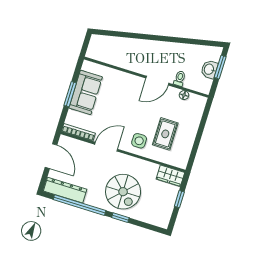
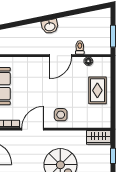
window: (220, 67) -> (113, 36), moved
washbasin: (209, 69) -> (50, 26), moved, turned -101
rug: (165, 134) -> (97, 90), moved

